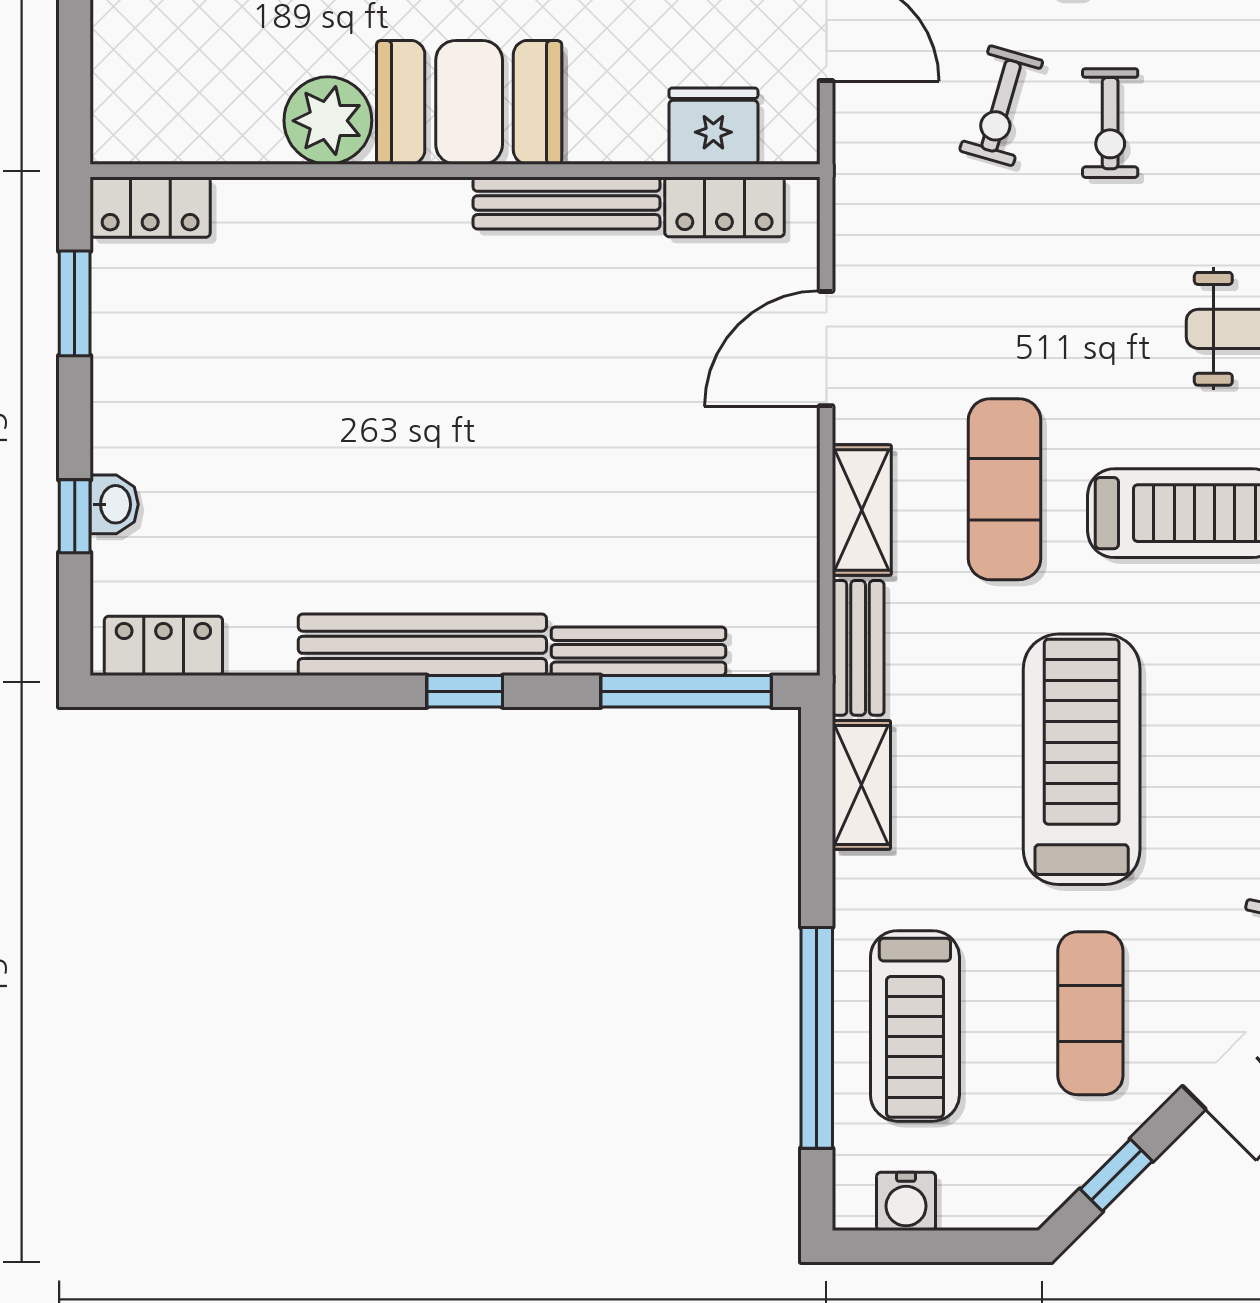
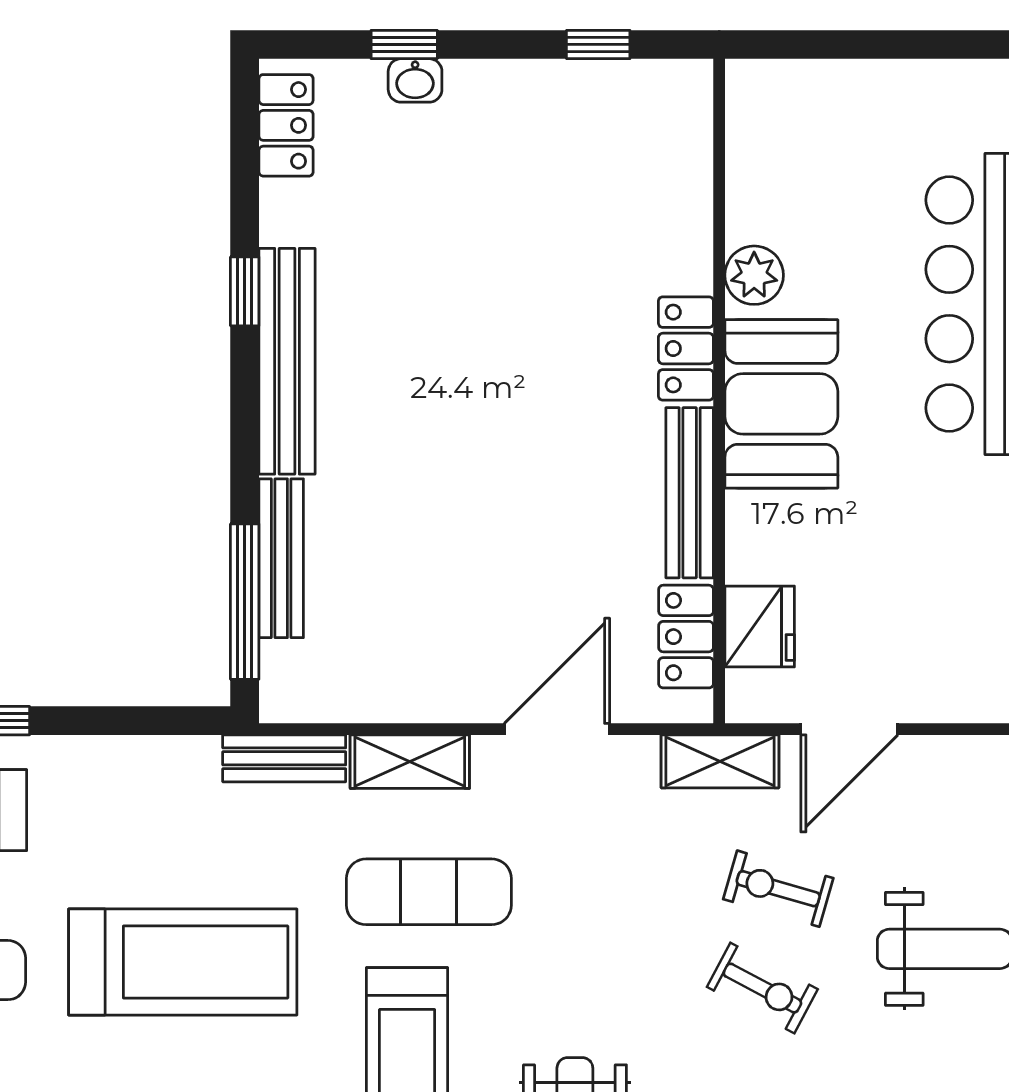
plant: (328, 121) -> (754, 275), width x0.73, depth x0.73
exercise bike: (1110, 123) -> (762, 988), turned -152
locker: (150, 207) -> (686, 348), moved
window: (75, 303) -> (598, 44), width x0.67
door: (826, 349) -> (557, 729), hinge flipped
window: (465, 691) -> (245, 291), moved
shelving: (861, 785) -> (720, 761), moved

